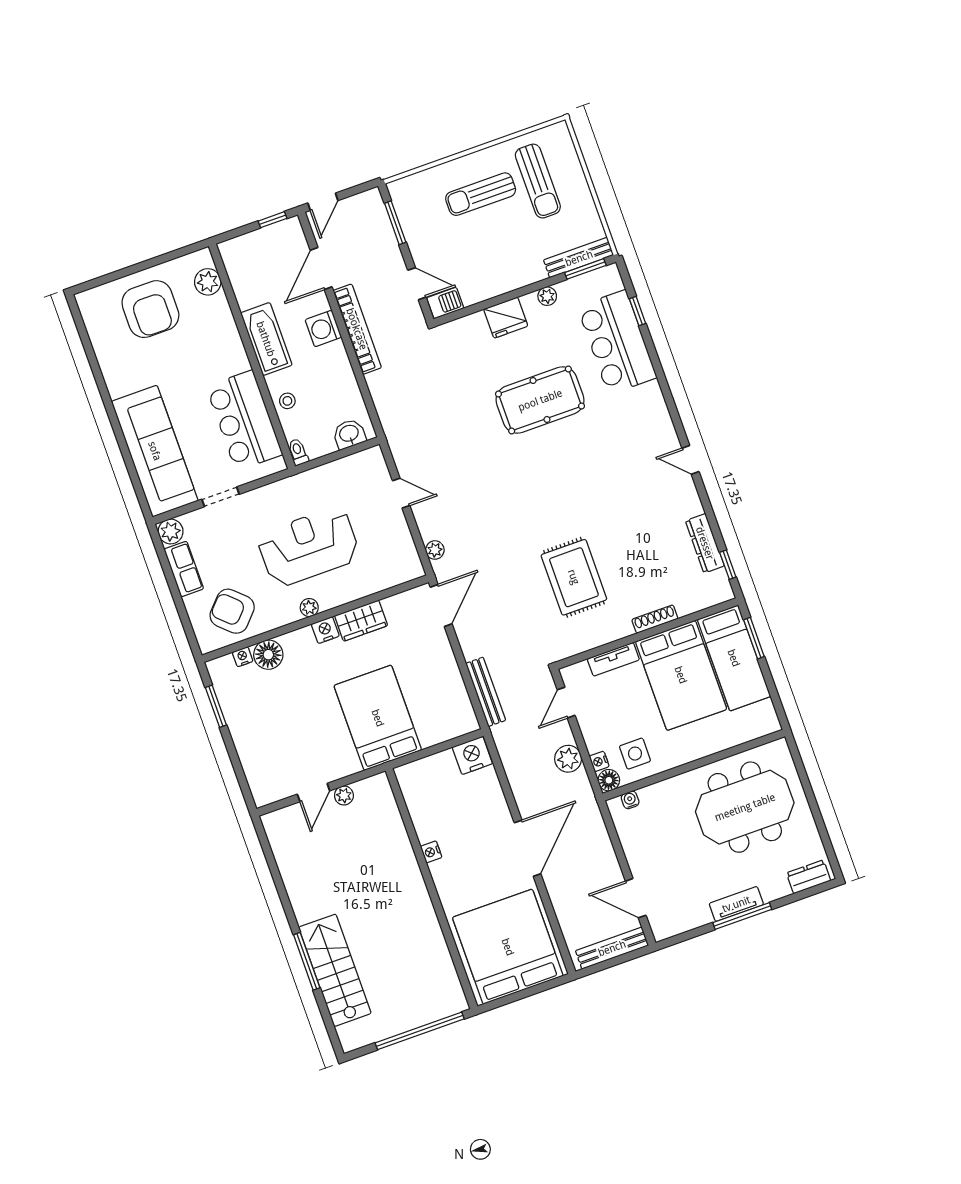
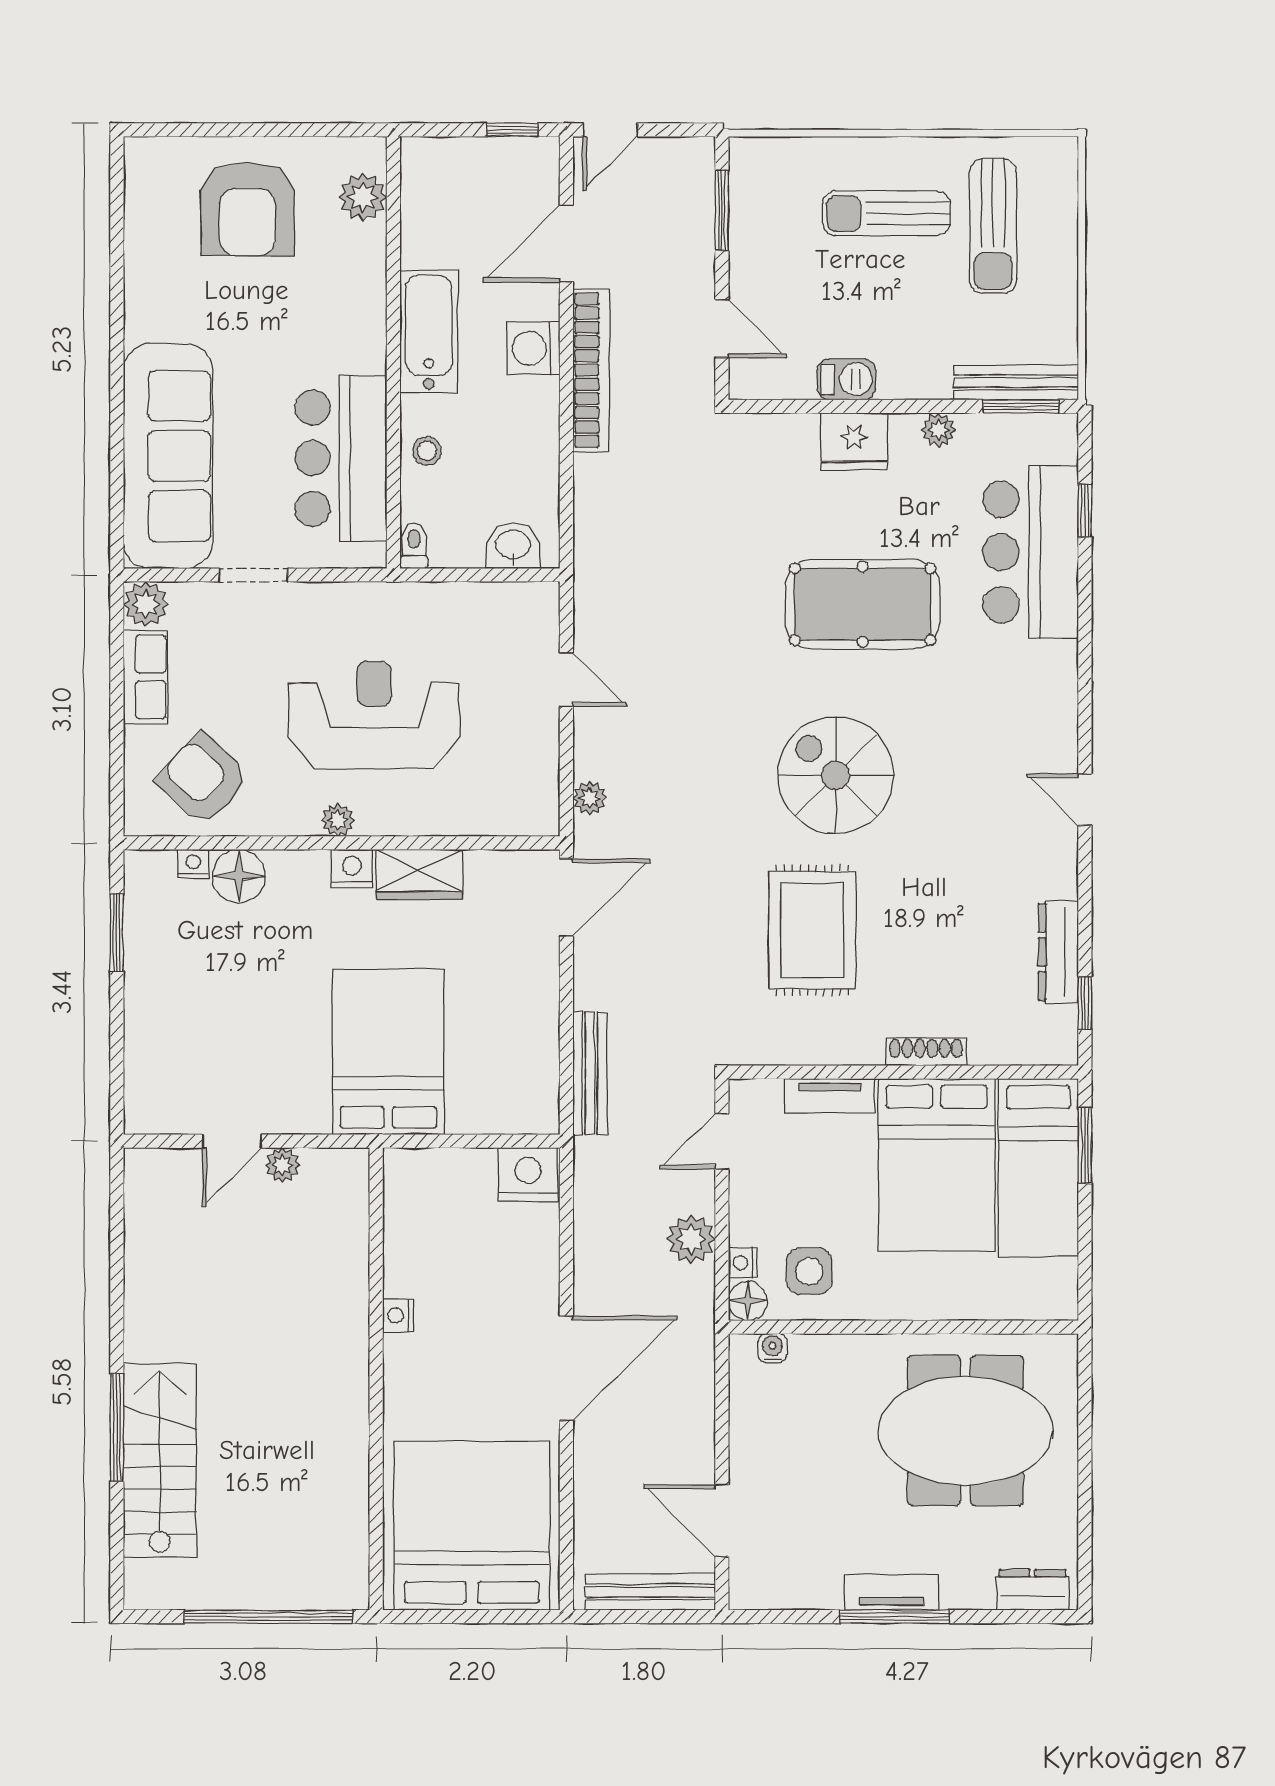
barbecue: (445, 303) -> (846, 379), moved
spiral stairs: (558, 493) -> (836, 775), added

